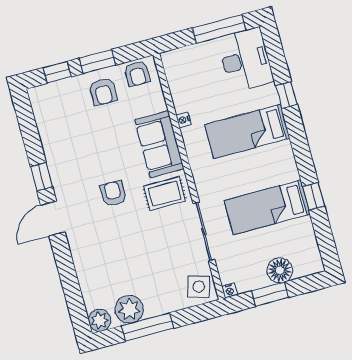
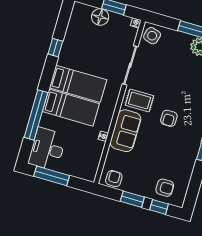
armchair: (103, 92) -> (165, 188), moved, turned 90
window: (286, 95) -> (36, 115), width x3.17
bed: (267, 207) -> (78, 84), moved

